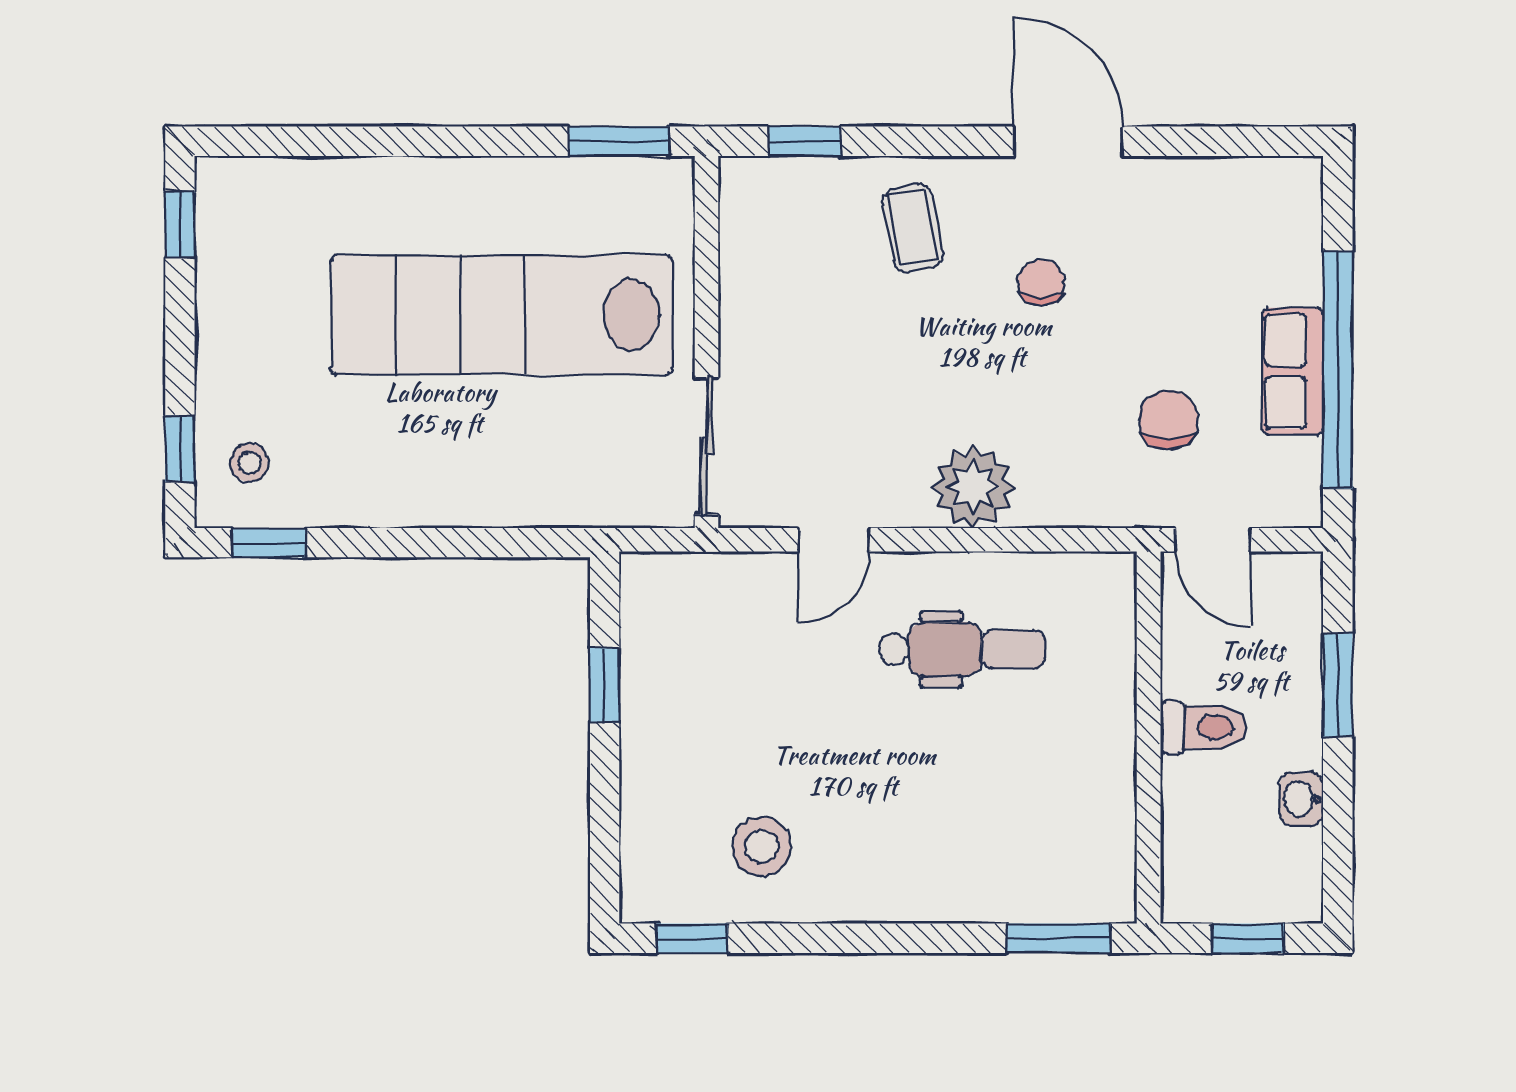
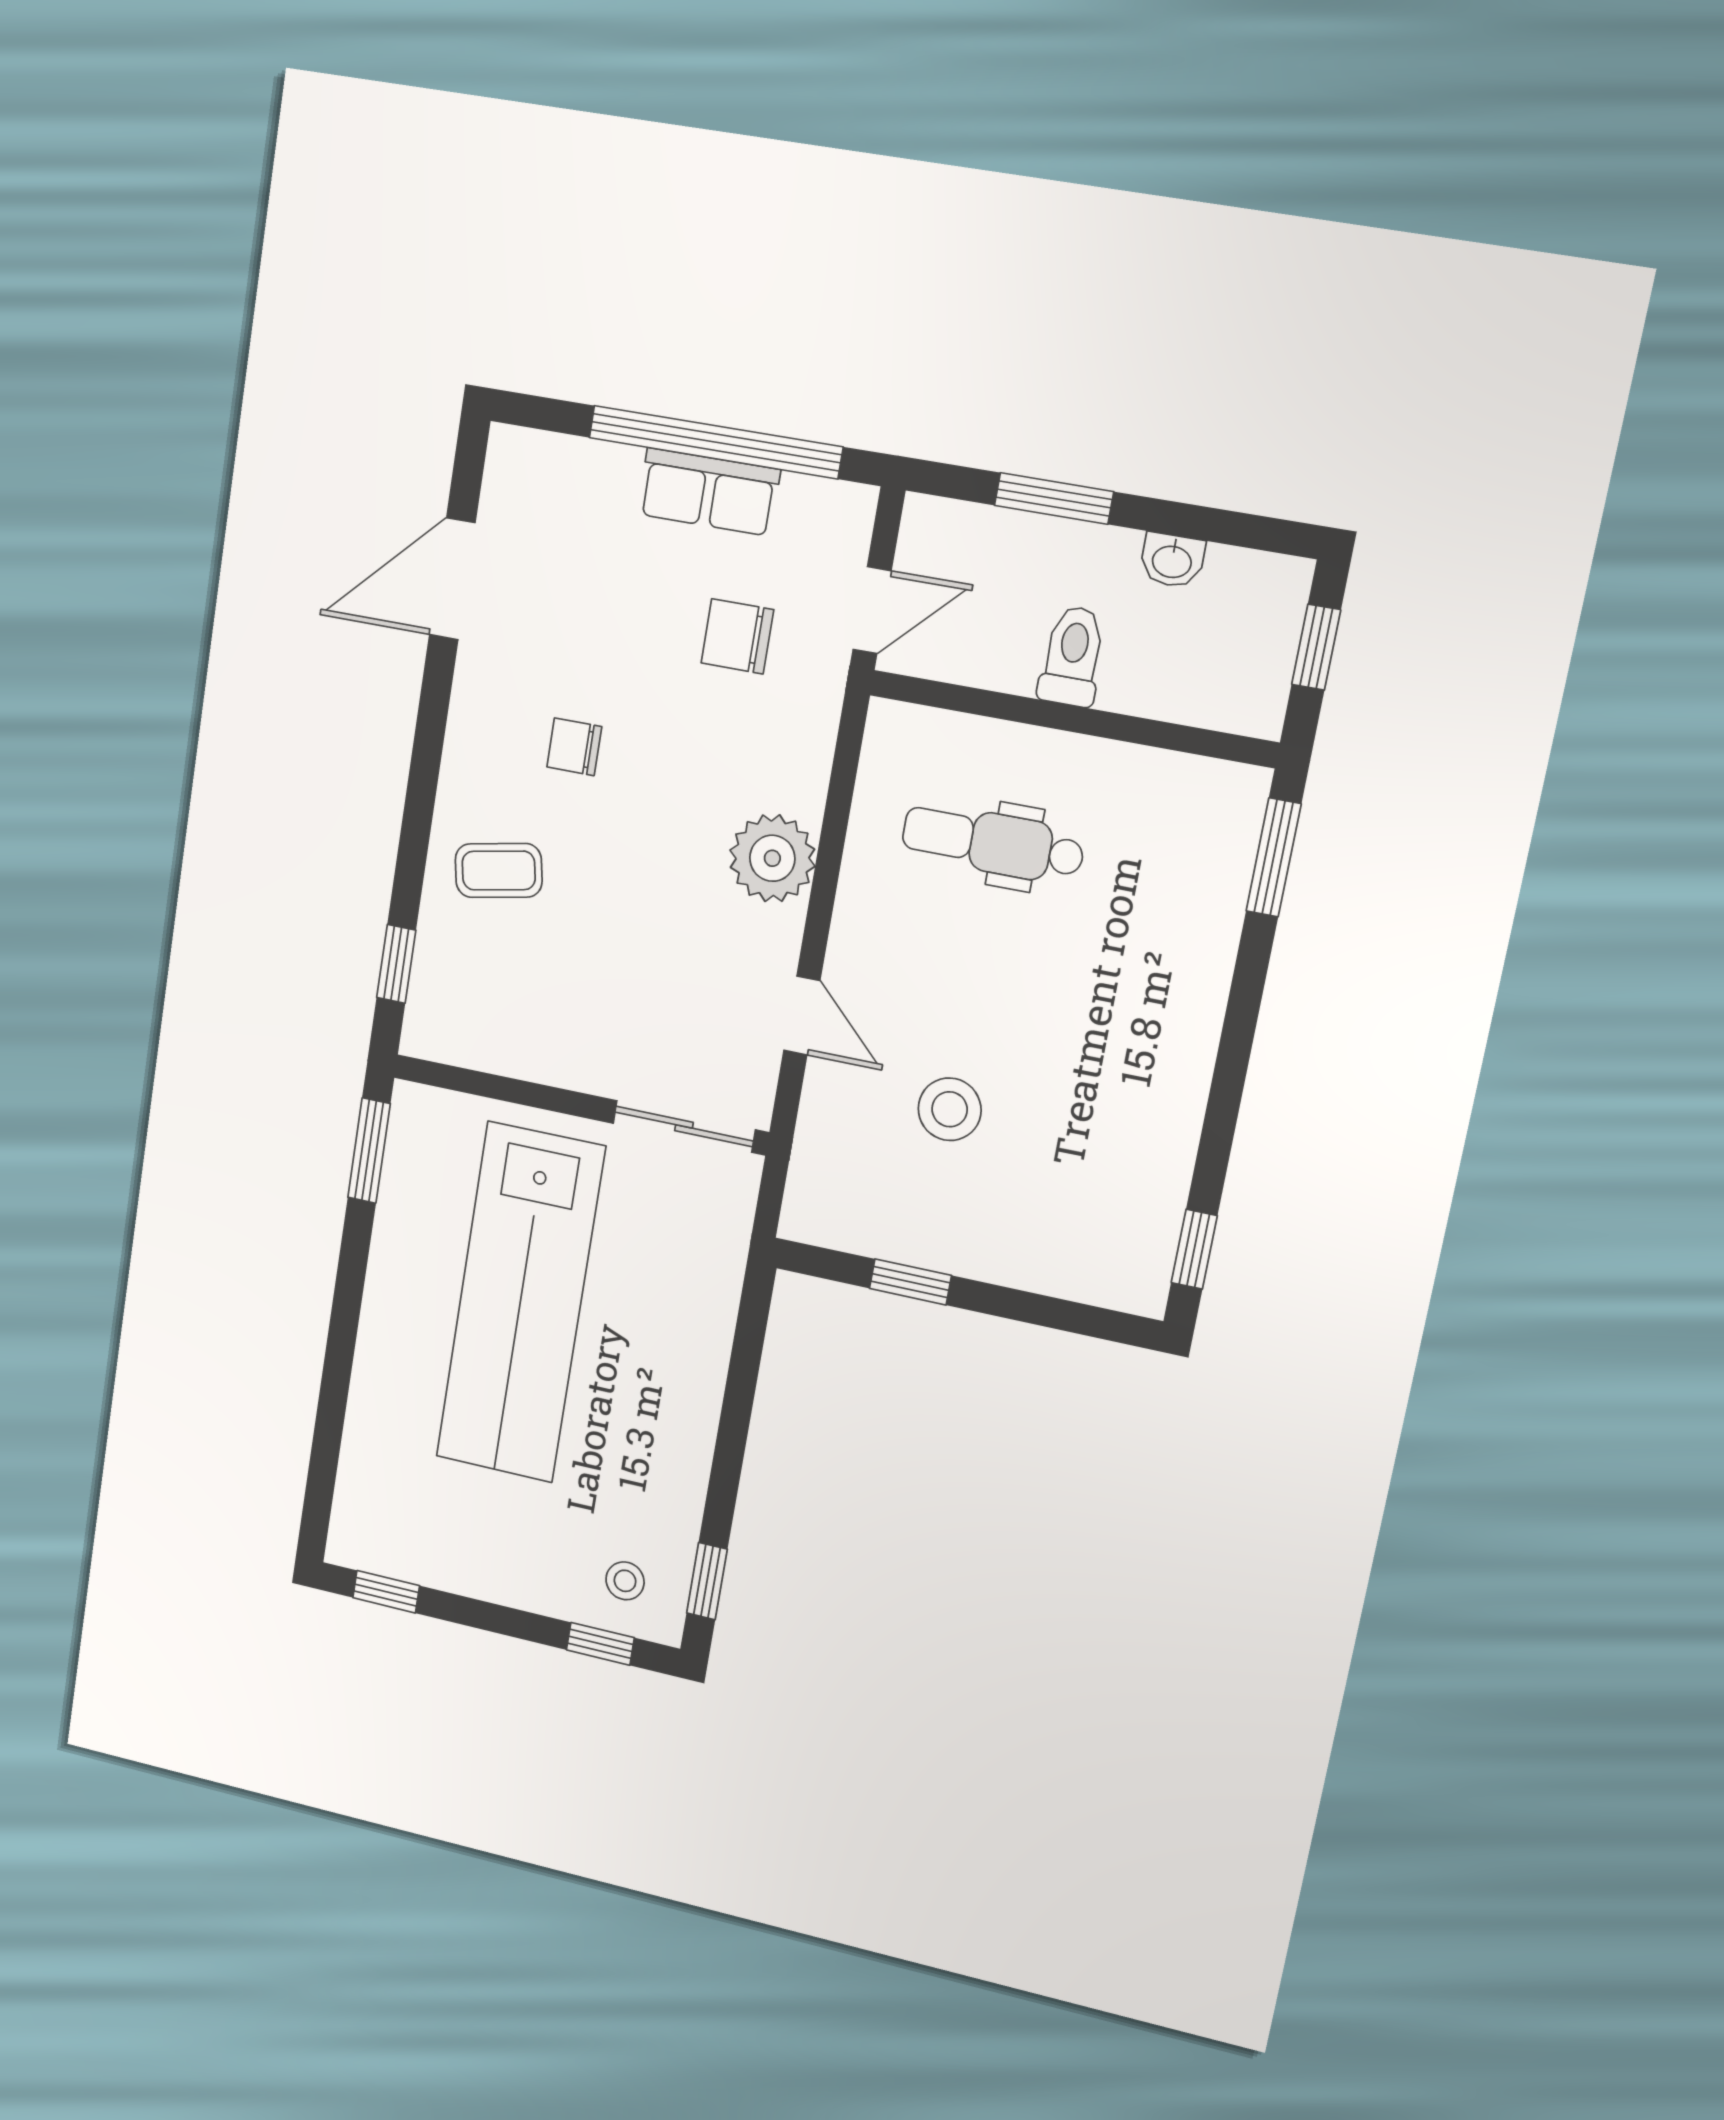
door: (1068, 141) -> (452, 579), moved
dental chair: (962, 649) -> (993, 843), moved, turned -90
stool: (761, 846) -> (950, 1109), moved

